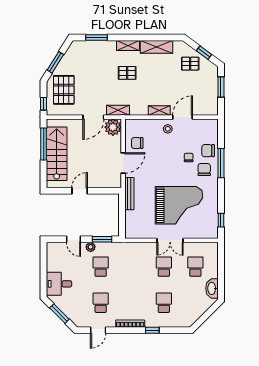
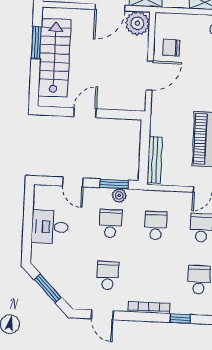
window: (44, 144) -> (36, 43), width x0.69
bench: (129, 194) -> (155, 160), moved
plant: (91, 247) -> (119, 195), moved
school desk: (132, 267) -> (156, 226), added
desk: (59, 284) -> (50, 227), moved
door: (98, 330) -> (102, 315), hinge flipped

